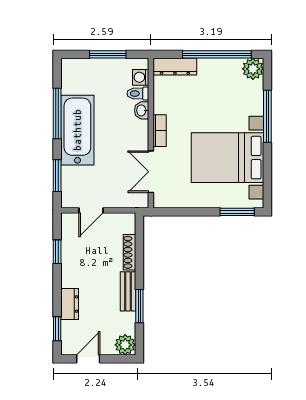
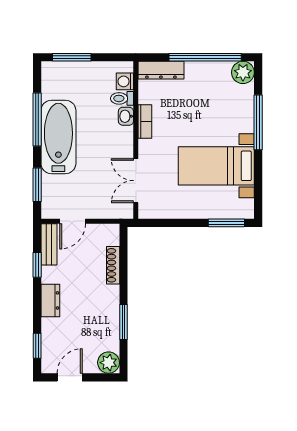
window: (108, 54) -> (72, 57), moved
bookcase: (160, 131) -> (145, 122), moved
bed with nightstands: (228, 158) -> (216, 166), width x0.73
bench: (128, 291) -> (49, 244), moved
dresser: (70, 304) -> (50, 300), moved

